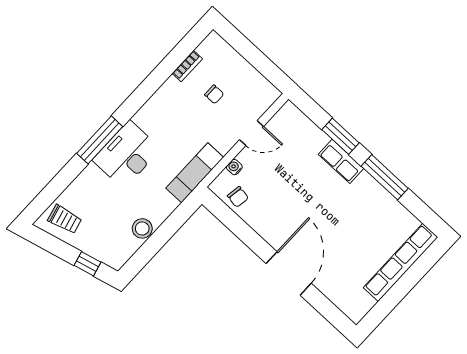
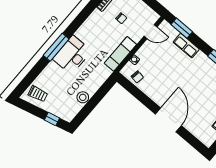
door: (251, 133) -> (151, 32), moved
window: (340, 136) -> (182, 28), moved
row of seats: (341, 161) -> (186, 46), moved
exam couch: (195, 173) -> (120, 54), moved

